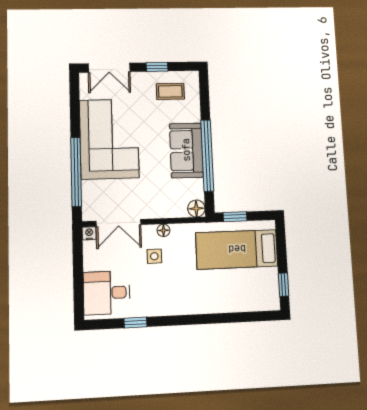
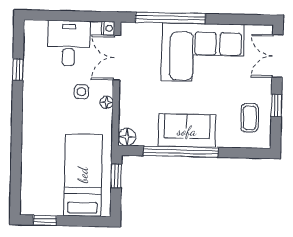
desk: (107, 293) -> (69, 43), moved

